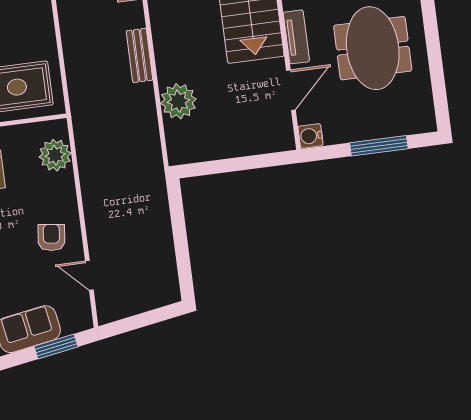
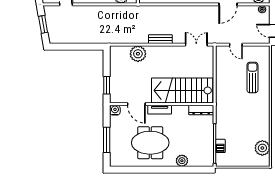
window: (257, 162) -> (107, 85), added
window: (141, 321) -> (43, 24), added

